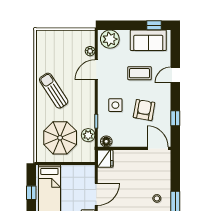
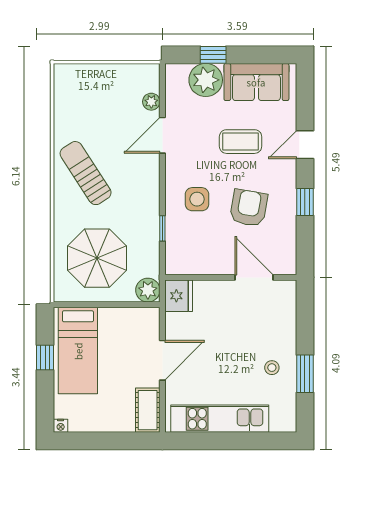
window: (154, 25) -> (213, 55), moved
plant: (110, 39) -> (206, 80), moved
window: (175, 118) -> (305, 202), moved
plant: (88, 135) -> (148, 290), moved
floor lamp: (106, 141) -> (180, 265), removed
door: (158, 148) -> (254, 277), moved

